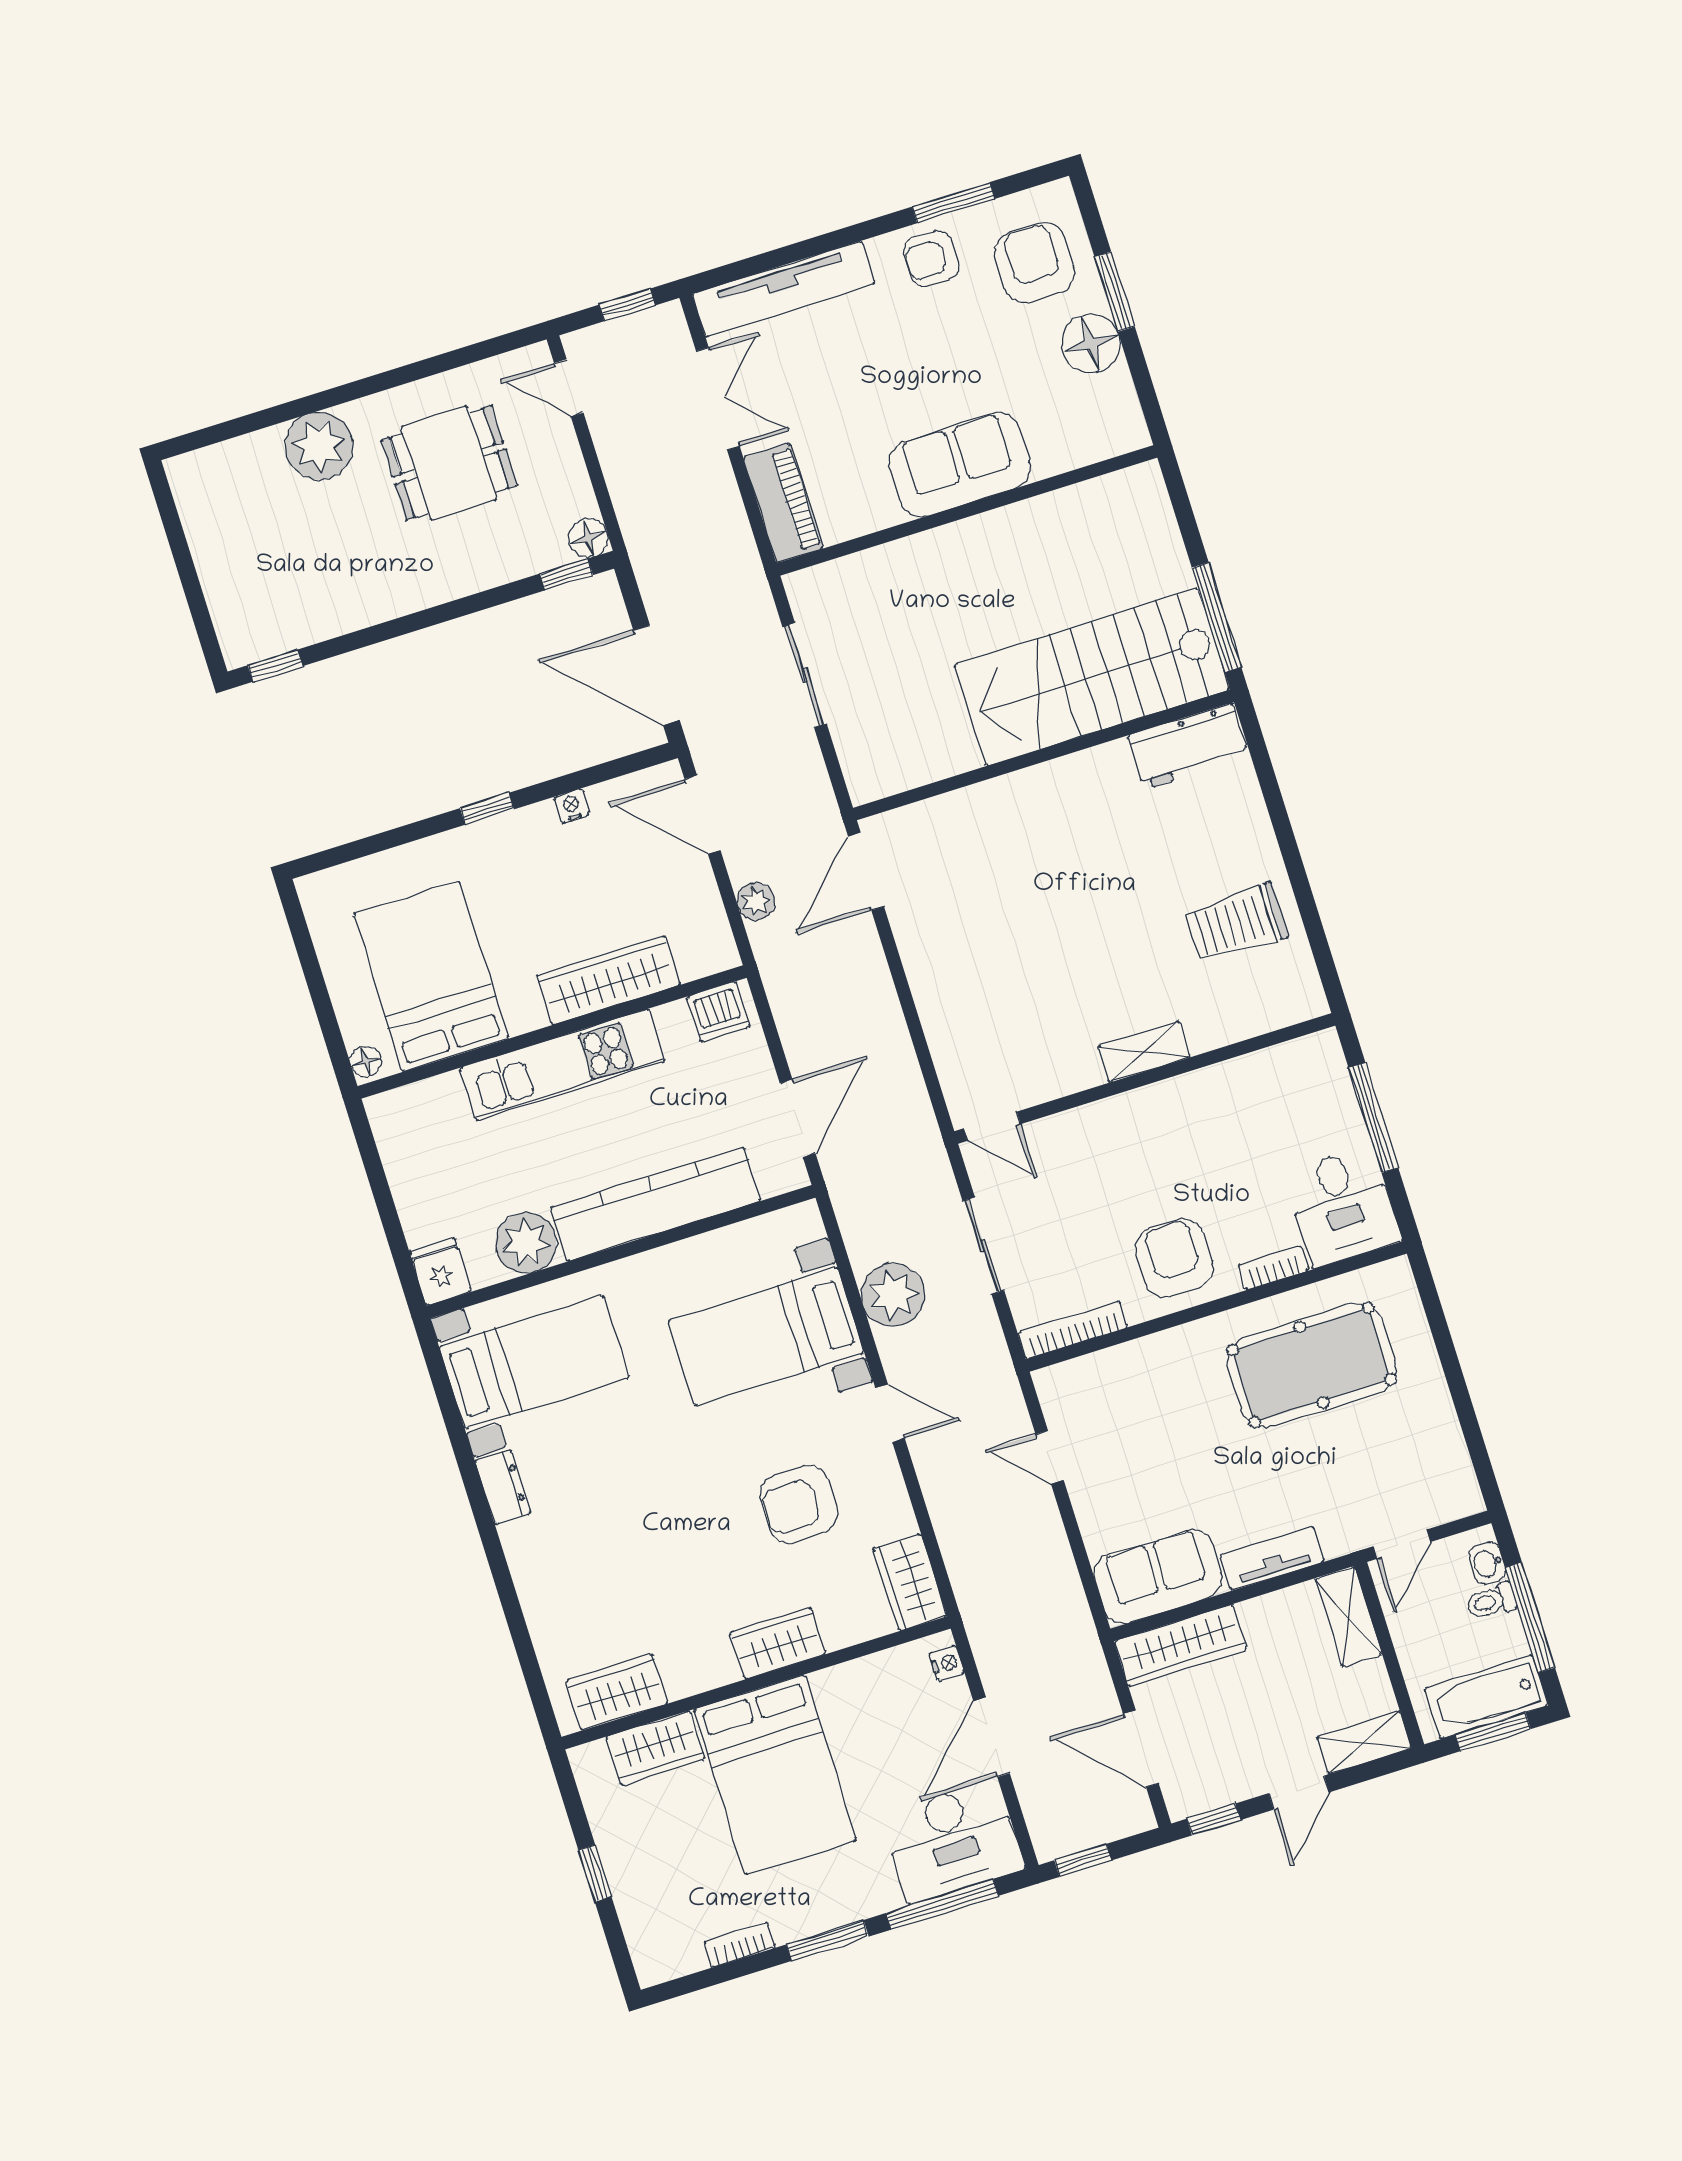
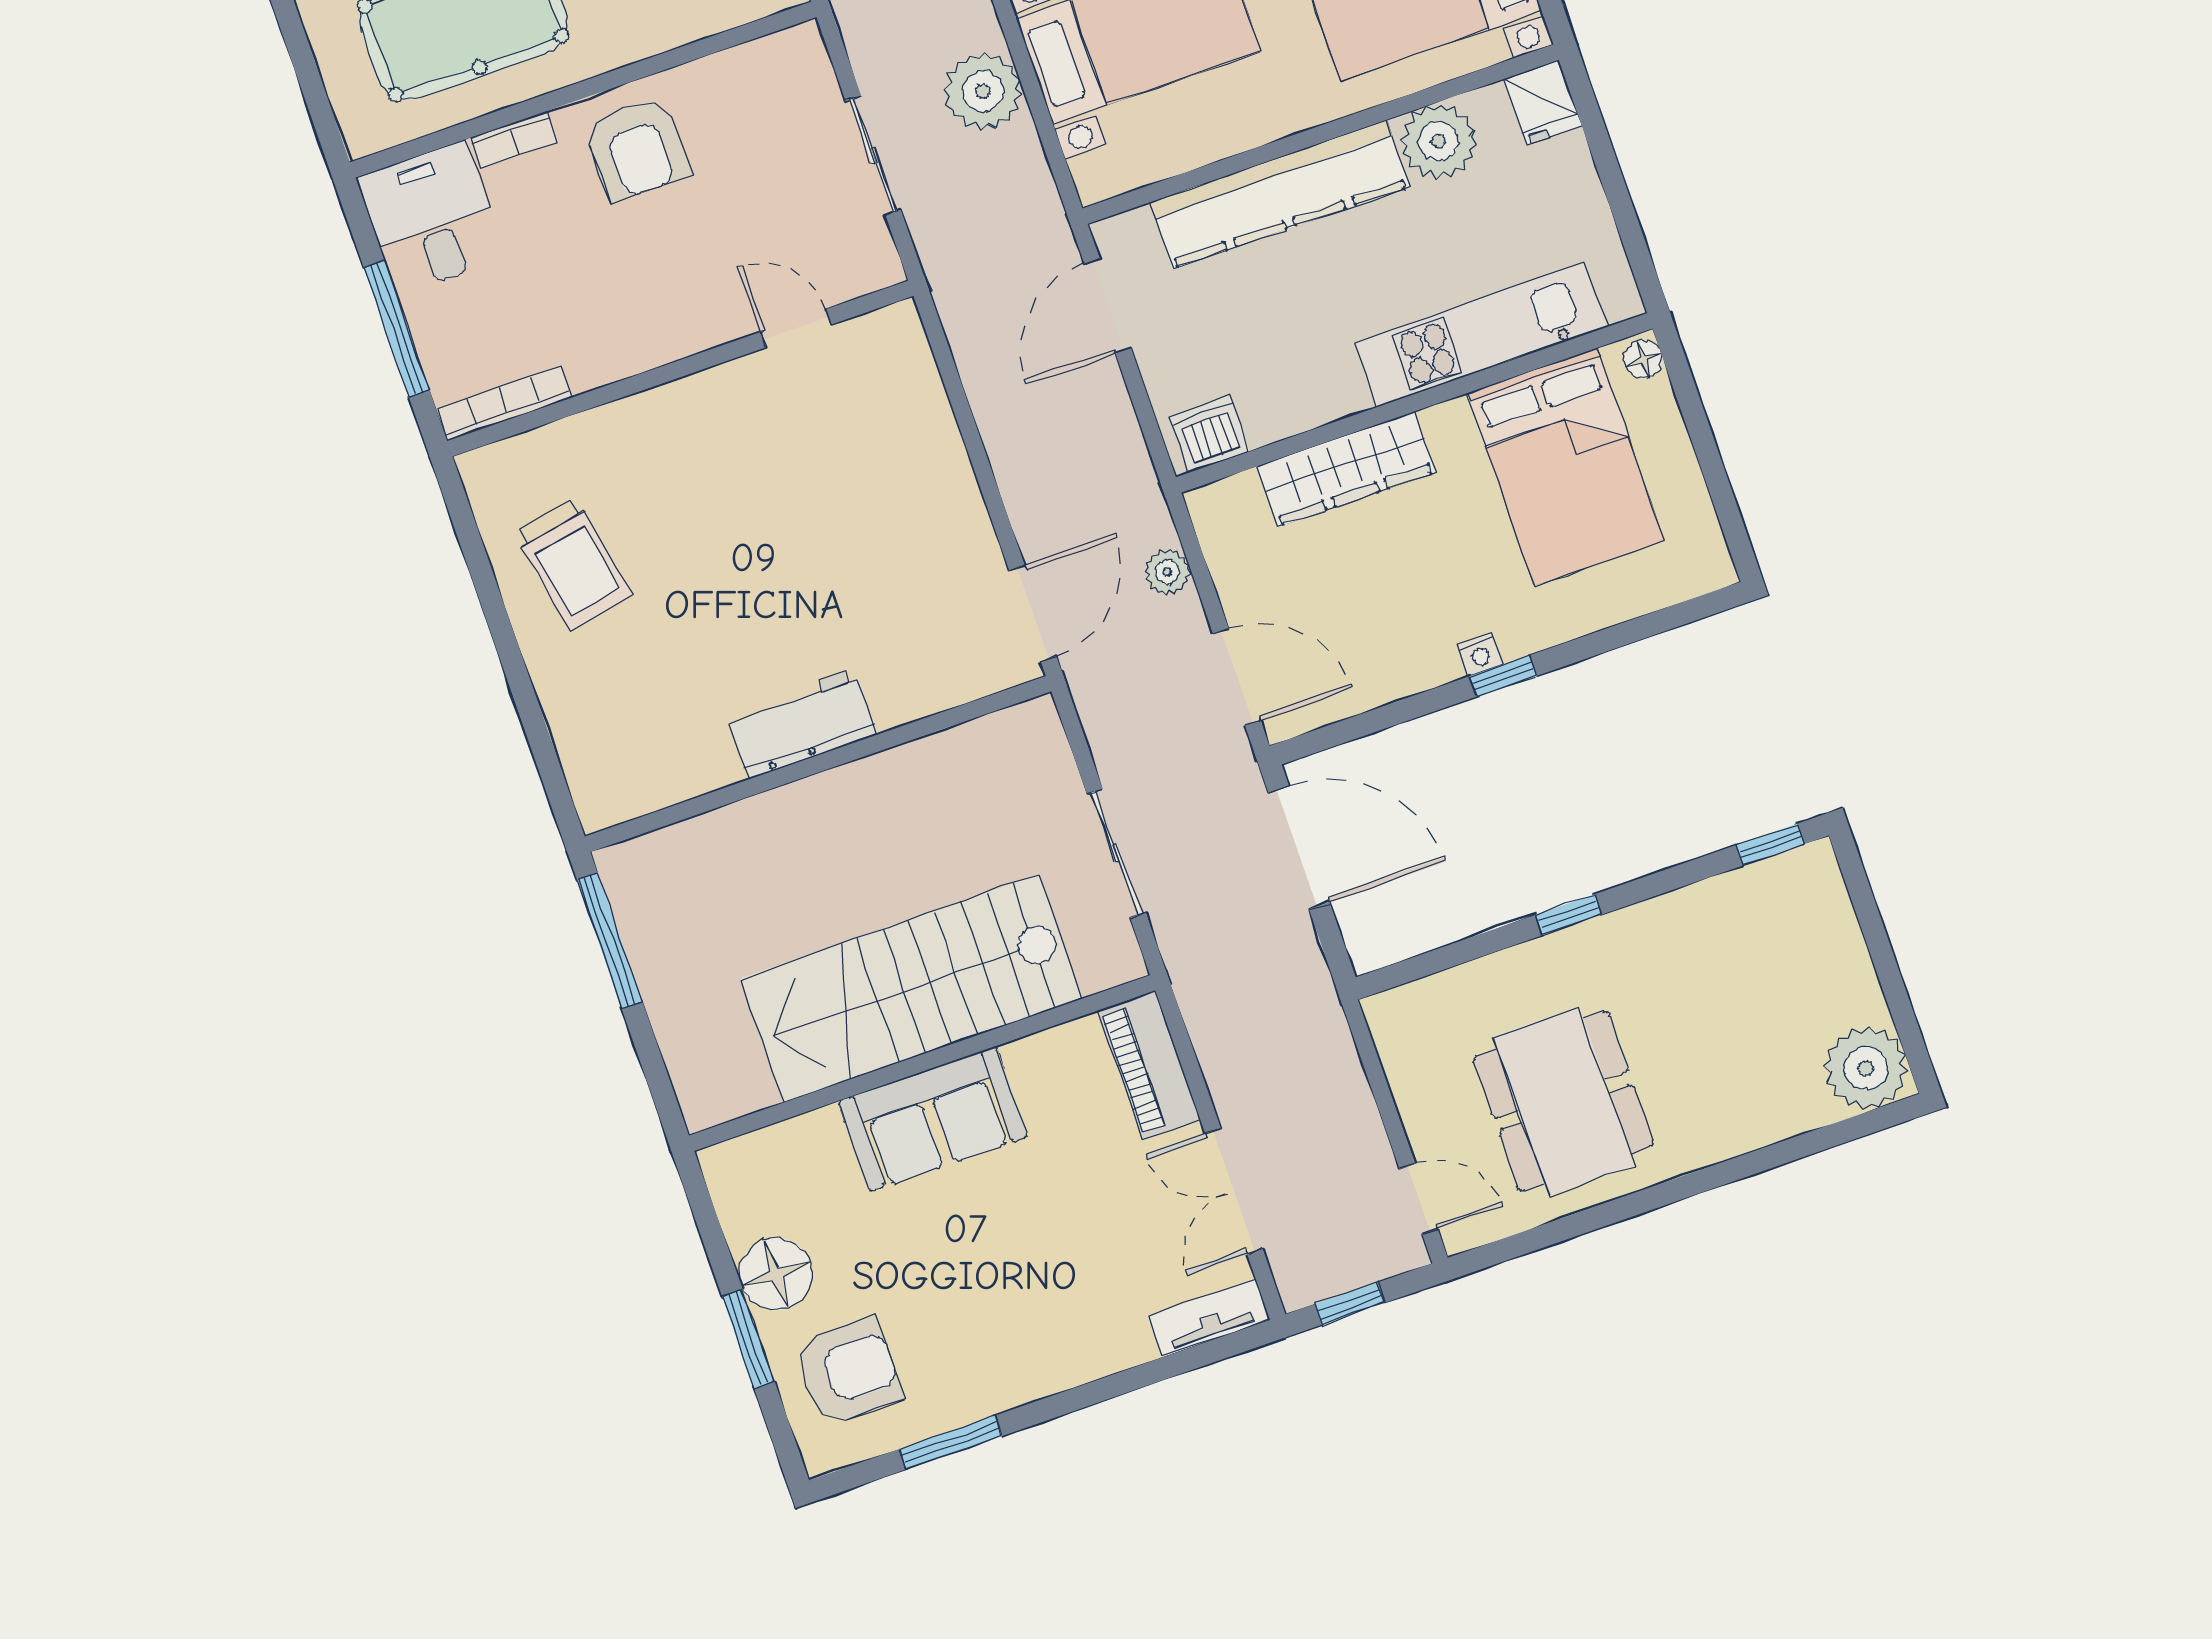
armchair: (931, 259) -> (976, 1372), removed
armchair: (1034, 263) -> (848, 1372), turned -90
tv unit: (784, 289) -> (1209, 1318), width x0.52, depth x0.78
plant: (319, 446) -> (1866, 1068), moved
dining table: (449, 463) -> (1564, 1101), width x1.37
floor lamp: (589, 538) -> (1388, 1014), removed
window: (566, 574) -> (1569, 915), moved
stairs: (1092, 677) -> (911, 988), moved, turned 180
workbench: (1188, 746) -> (802, 724), moved
nightstand: (572, 806) -> (1480, 654), moved
trolley: (1236, 923) -> (574, 564), turned 79
shelving: (1144, 1052) -> (682, 401), removed
kitchen unit: (562, 1065) -> (1481, 335), moved
door: (992, 1126) -> (796, 328), moved
bookcase: (1073, 1330) -> (504, 403), moved, turned 180

